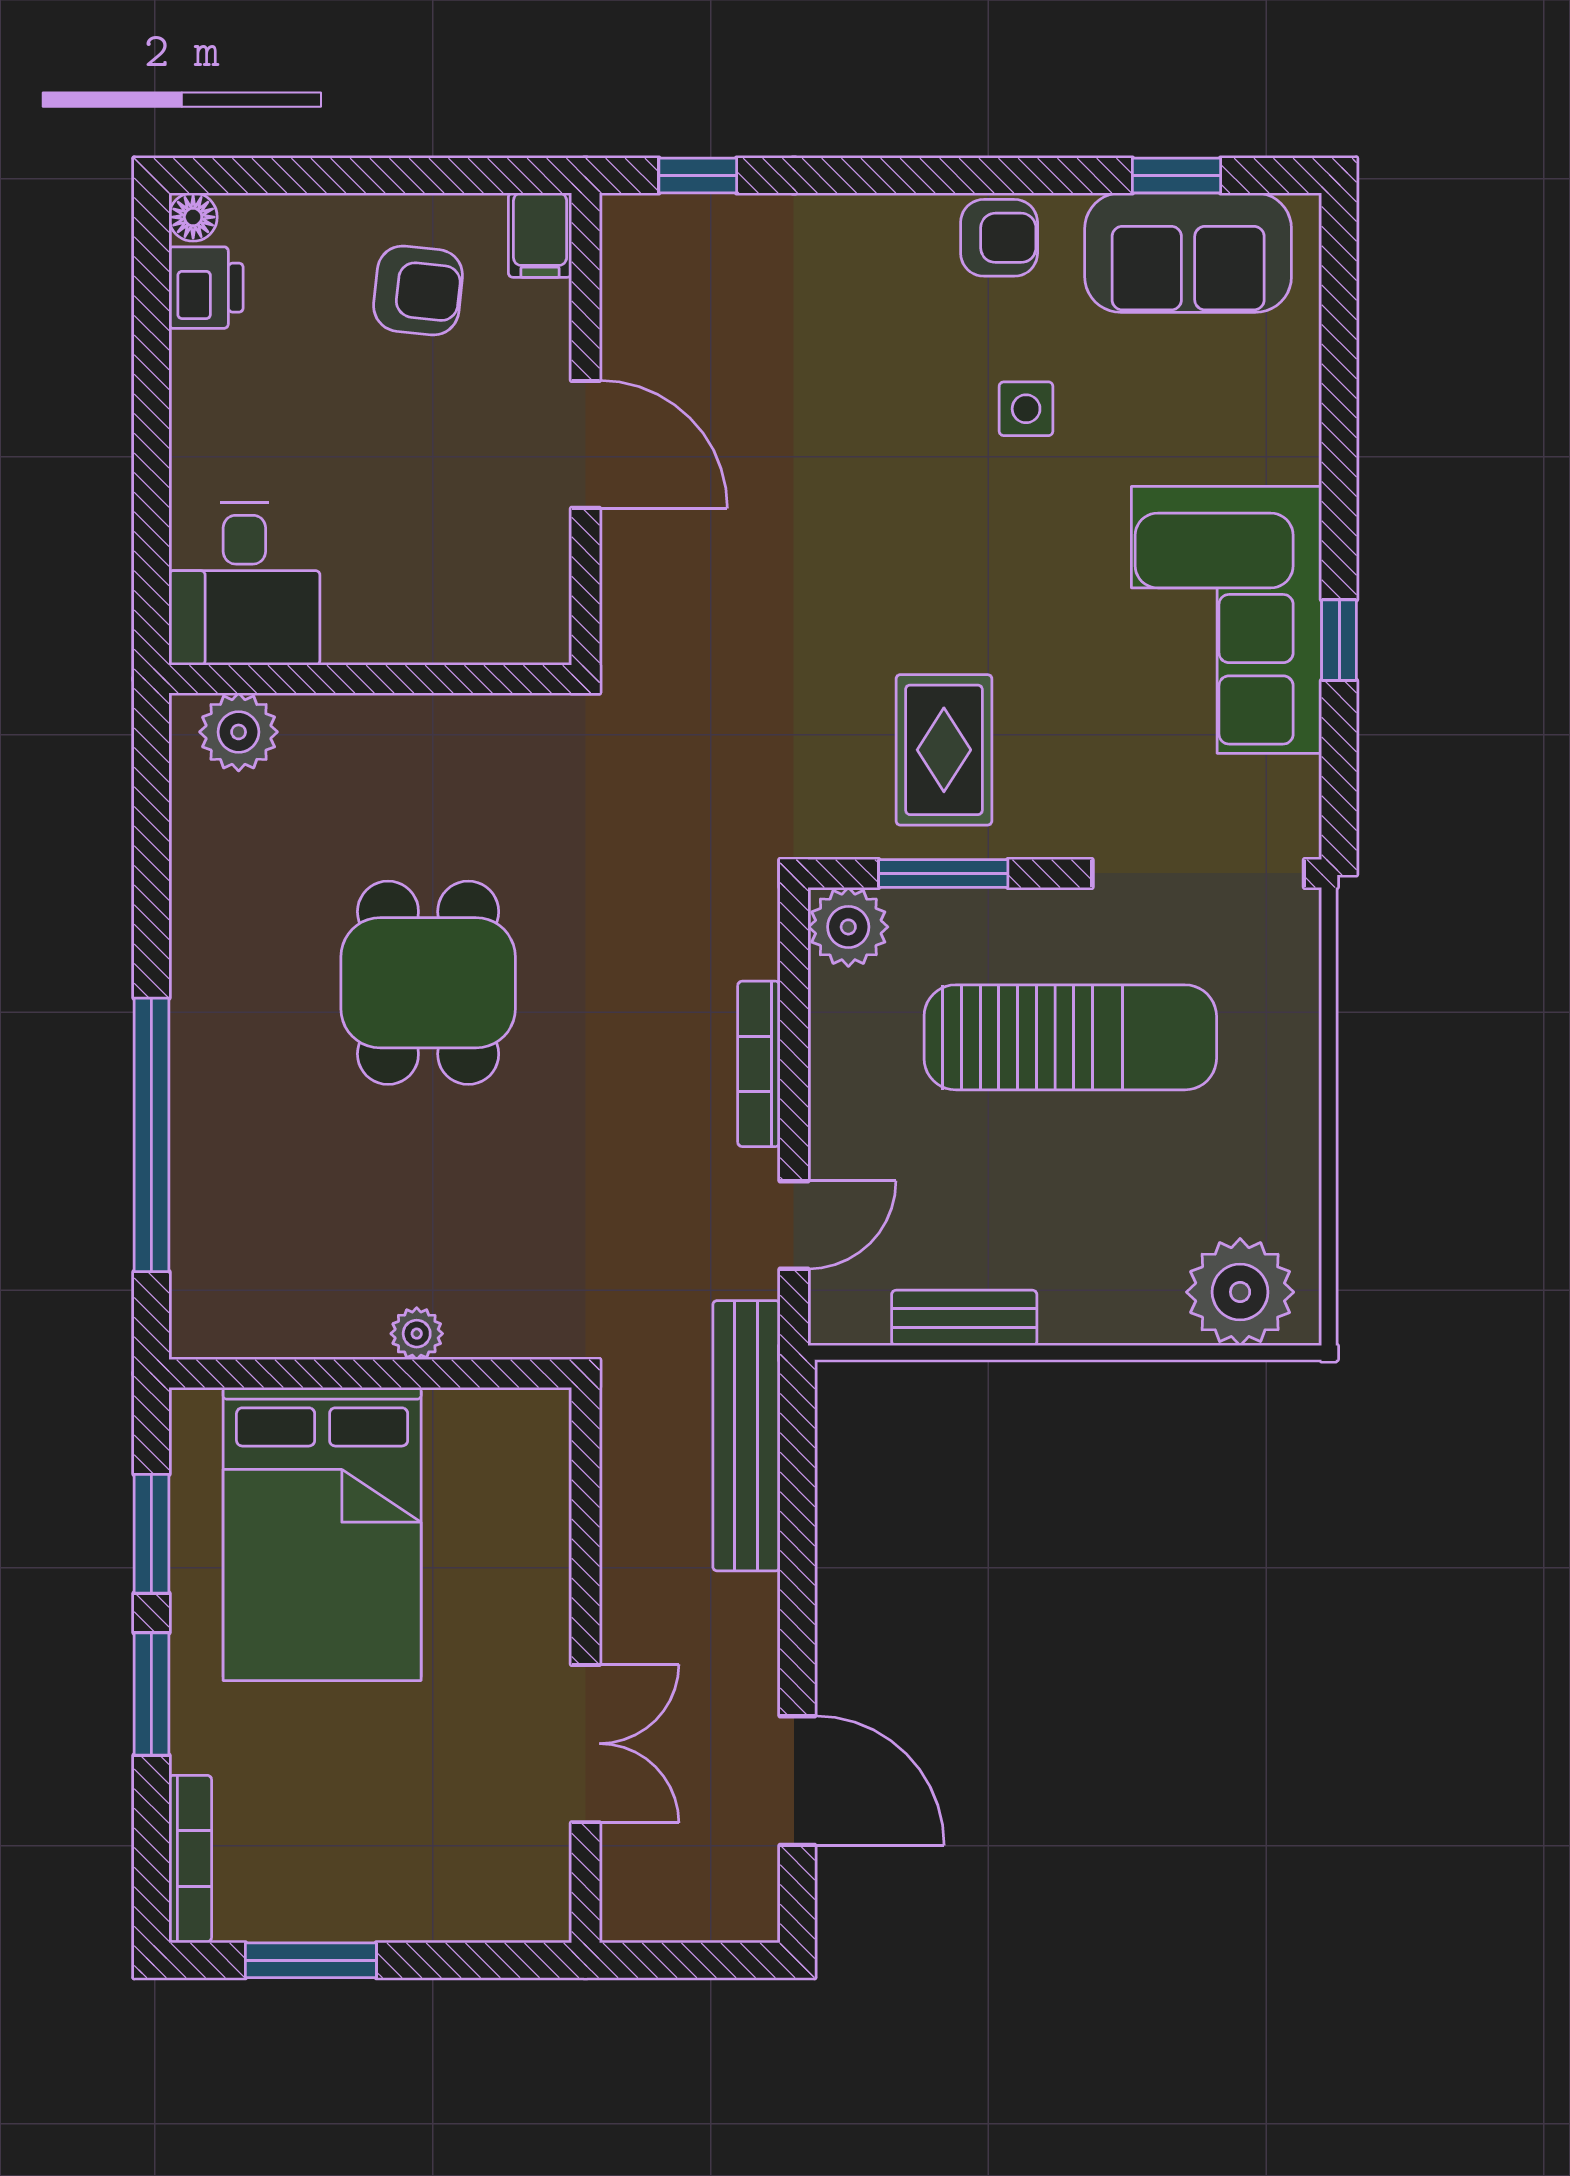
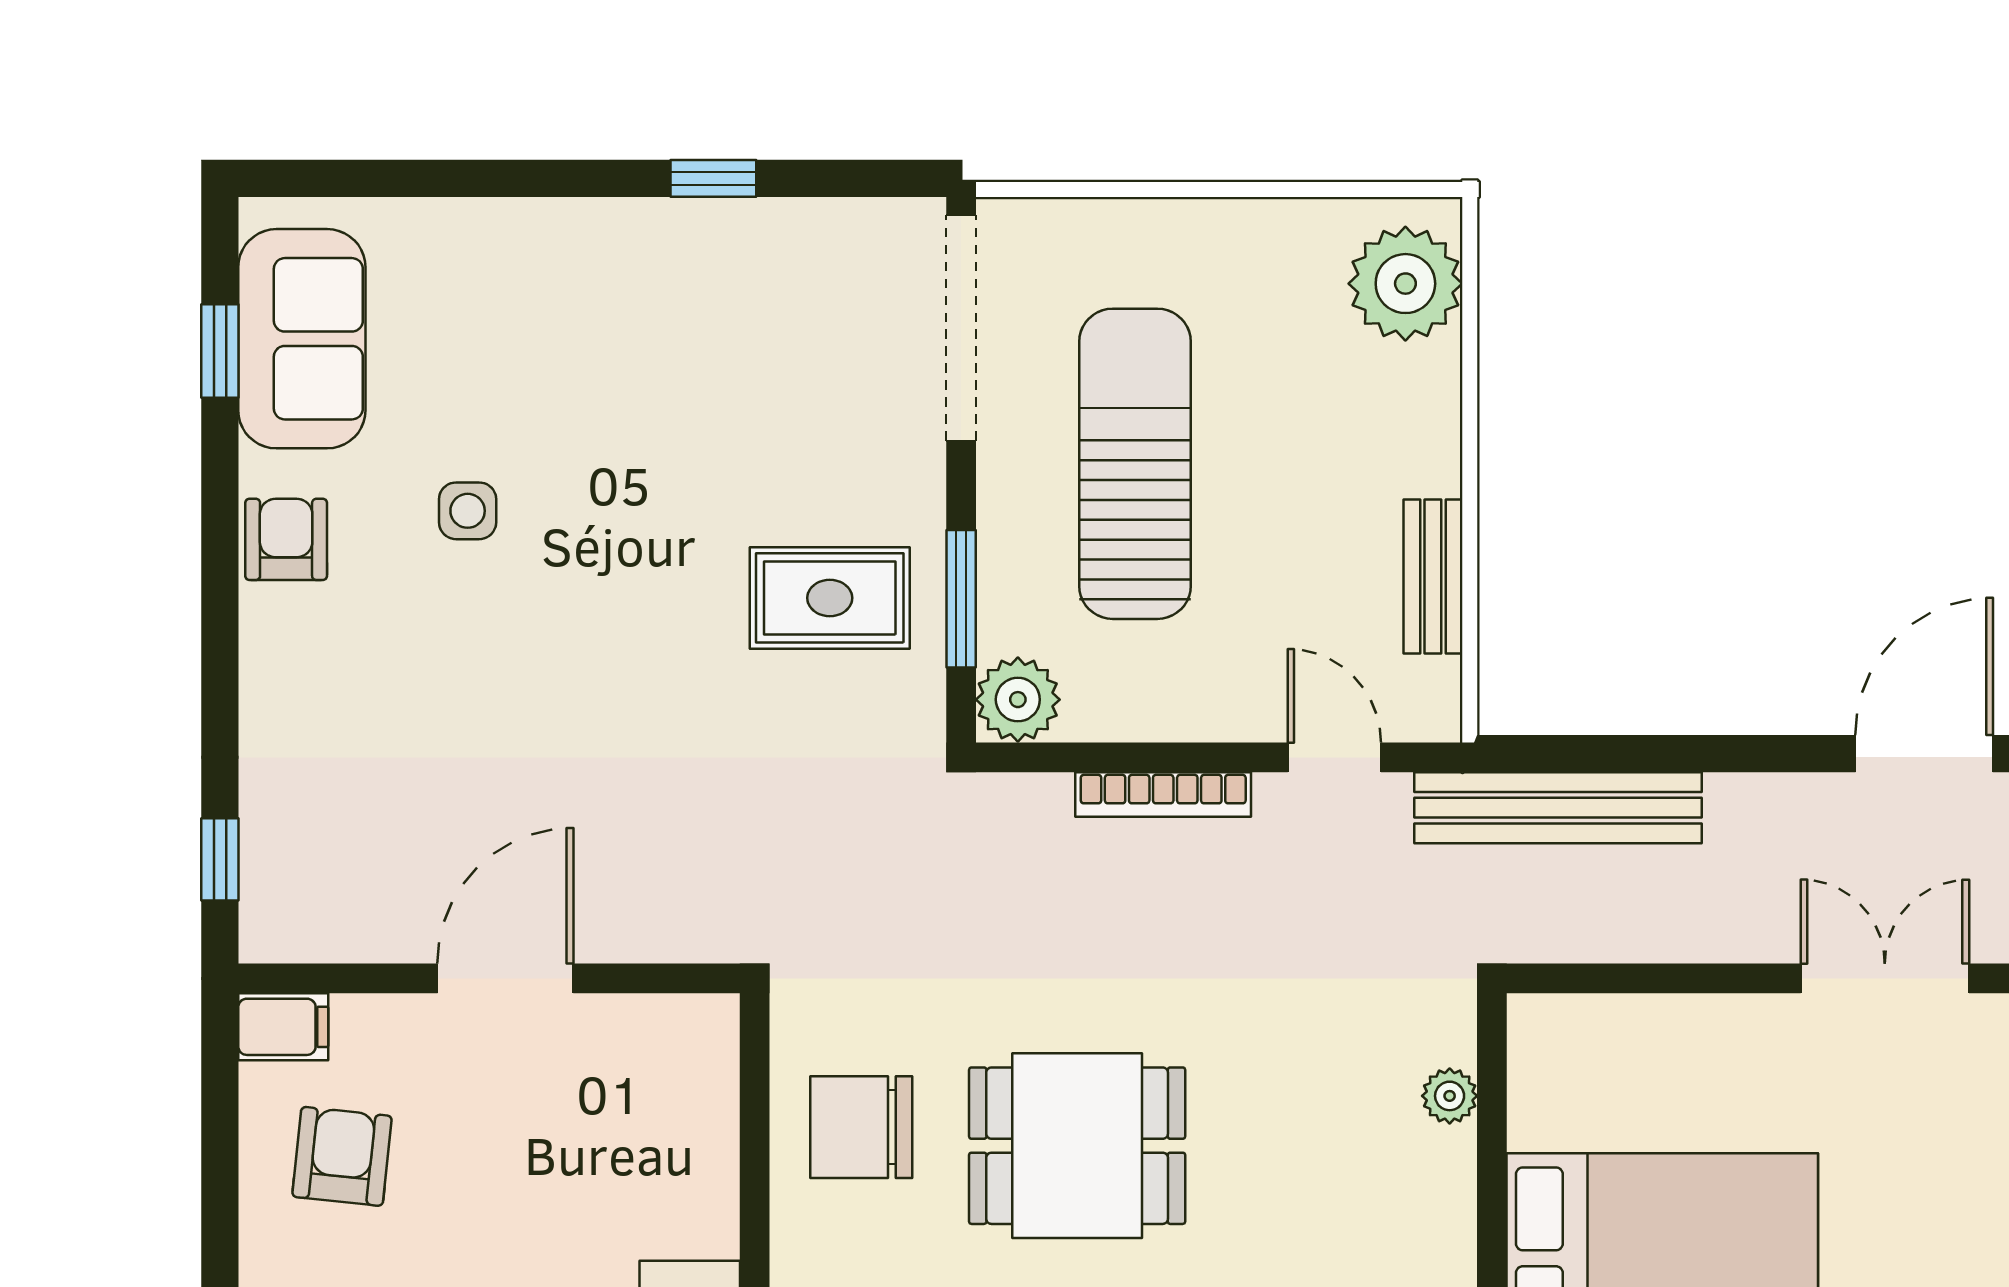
corner sofa: (1227, 620) -> (692, 298), removed
chair: (446, 780) -> (861, 1127), added
plant: (417, 1334) -> (1450, 1096), moved

